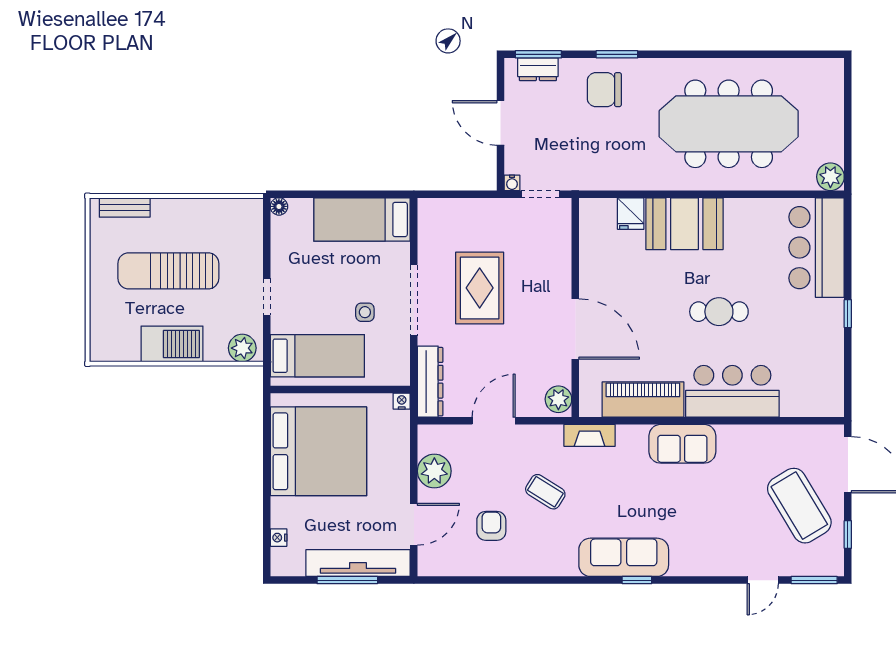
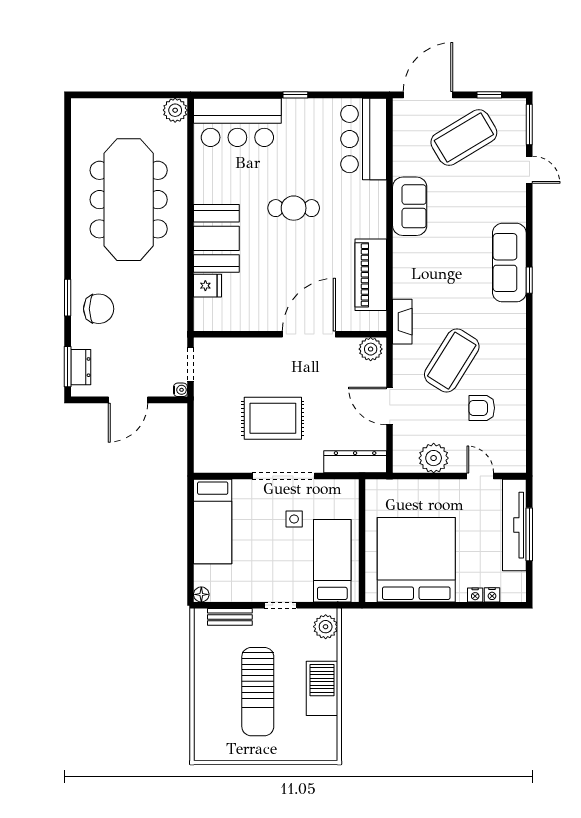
chair: (604, 90) -> (99, 309), turned -90
bench: (125, 207) -> (230, 617), moved, turned 90
cafe table: (719, 312) -> (294, 208), turned 90
bar counter: (732, 391) -> (364, 139), moved
nightstand: (402, 401) -> (475, 595), moved, turned -90
sofa: (682, 444) -> (410, 206), moved
coffee table: (545, 492) -> (452, 361), width x1.86, depth x1.72
door: (414, 524) -> (480, 476), width x0.73
sofa: (624, 557) -> (509, 263), moved

